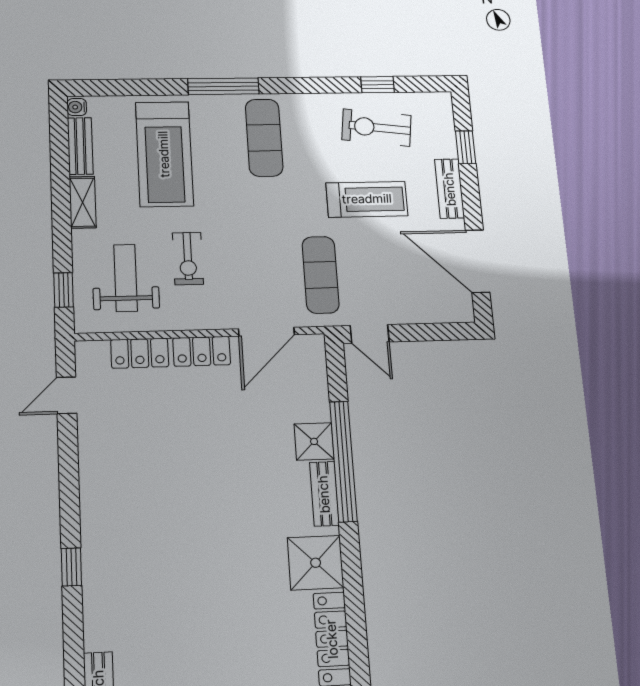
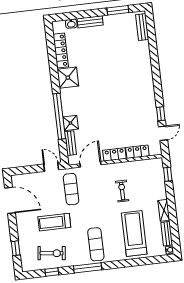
window: (223, 86) -> (88, 268), moved
bench: (450, 189) -> (22, 230), removed
weight bench: (126, 278) -> (145, 181), removed
bench: (324, 494) -> (70, 143), moved
window: (71, 567) -> (161, 114), moved

